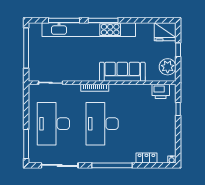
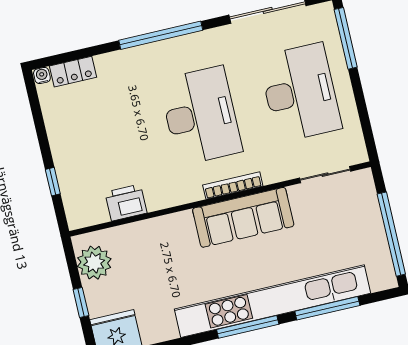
sofa: (122, 72) -> (243, 217), moved
printer: (161, 91) -> (126, 203), moved
locker: (146, 158) -> (73, 72), moved

